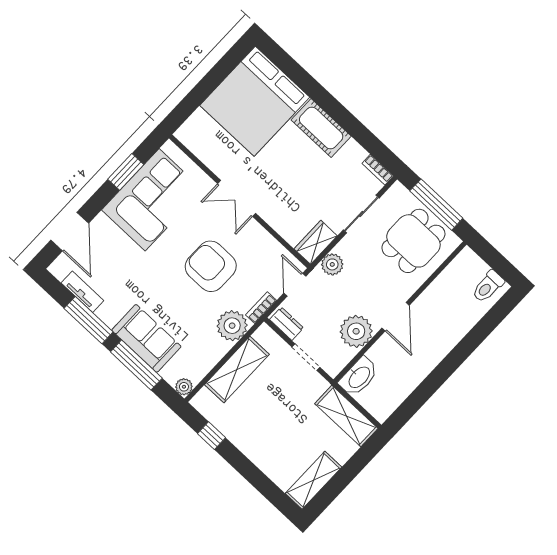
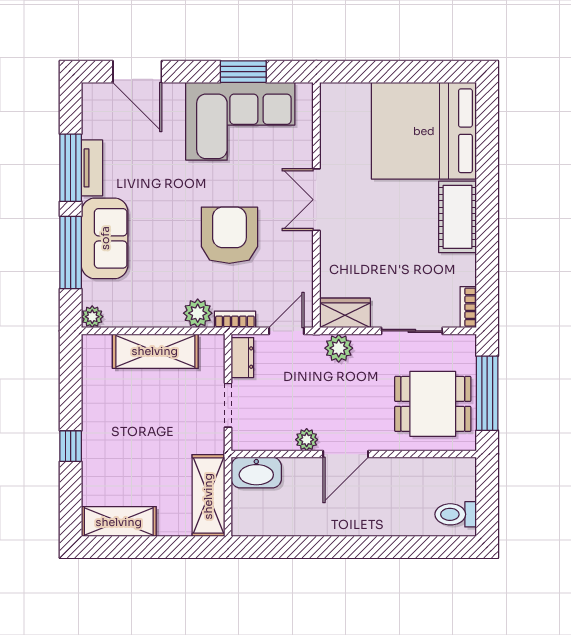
door: (70, 232) -> (137, 72), hinge flipped
tv unit: (82, 292) -> (92, 168), moved
plant: (232, 326) -> (198, 313), width x0.73, depth x0.73
plant: (356, 331) -> (307, 440), width x0.53, depth x0.53
window: (212, 436) -> (71, 446), moved

